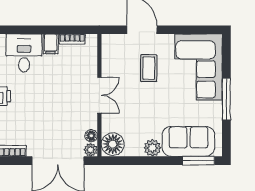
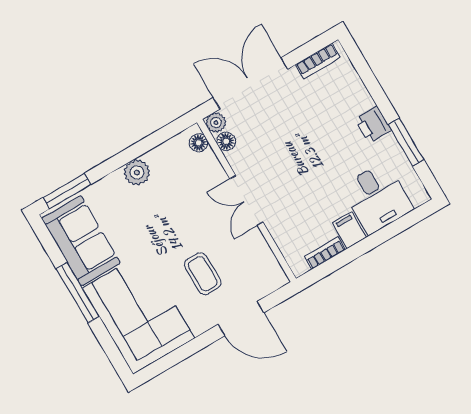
sofa: (188, 141) -> (81, 241), moved, turned -90
floor lamp: (113, 144) -> (199, 143), width x0.53, depth x0.53

